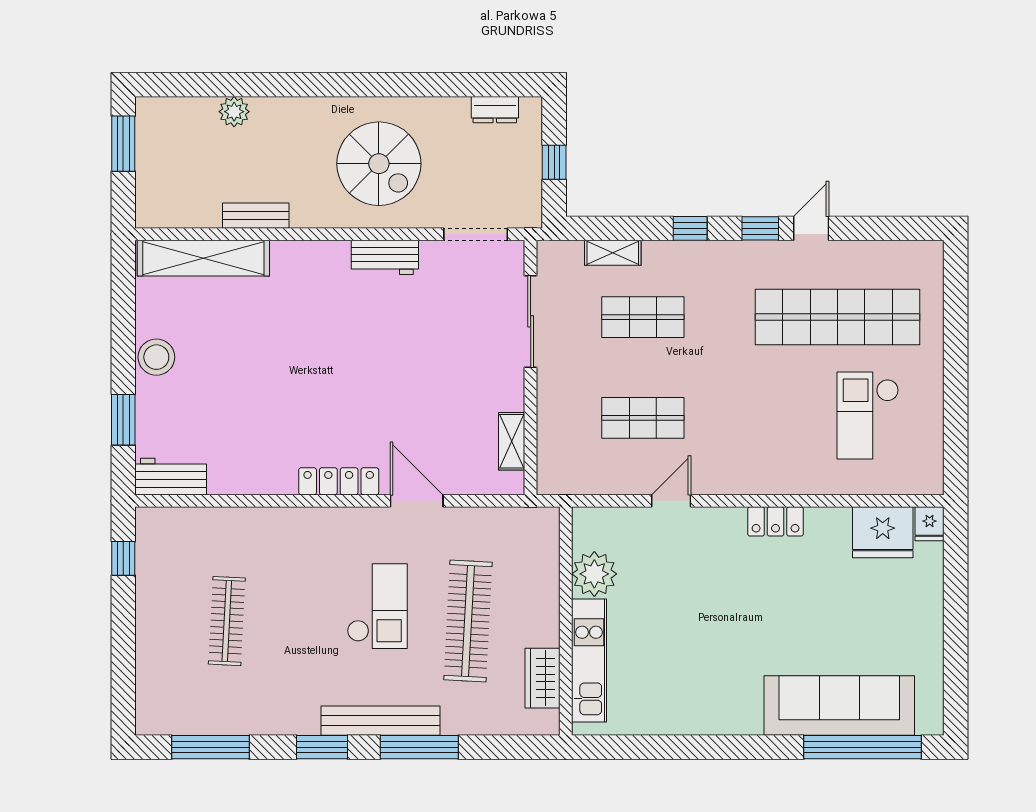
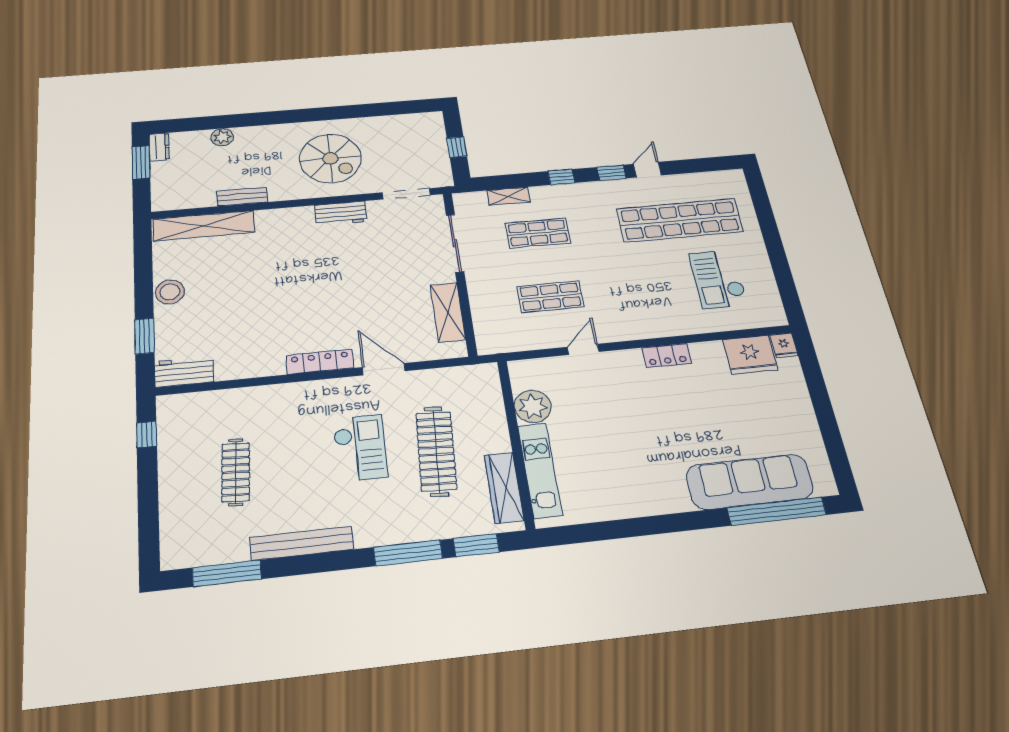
dresser: (495, 110) -> (159, 147), moved, turned -90
shelving: (512, 441) -> (448, 312), width x1.50, depth x1.33
wardrobe: (543, 678) -> (504, 487), width x1.50
bench: (380, 721) -> (302, 543), moved
window: (322, 747) -> (476, 545), moved

